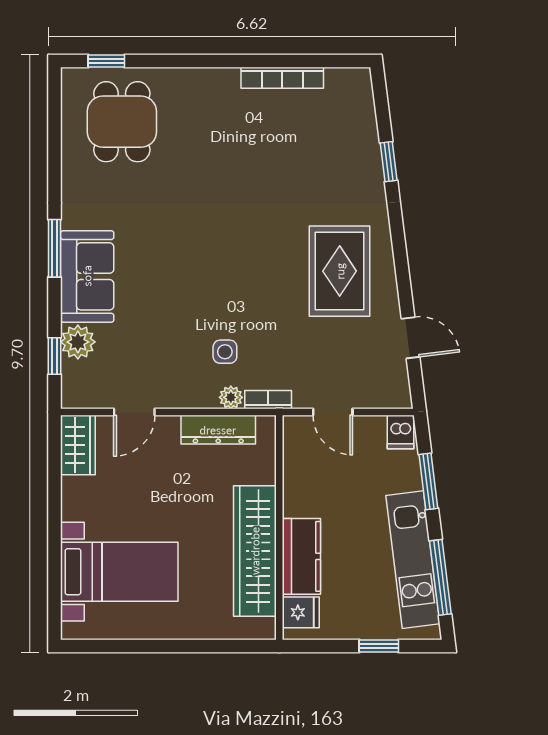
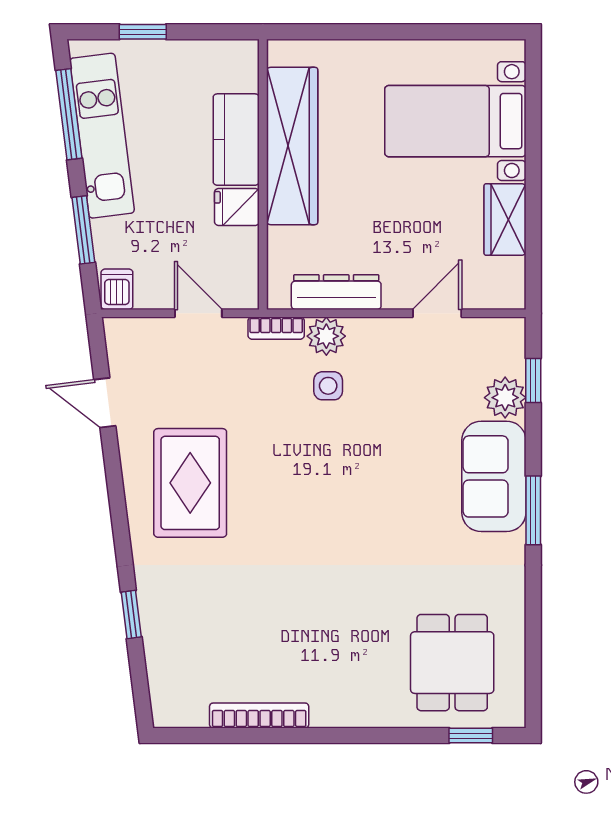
plant: (231, 397) -> (326, 336), width x1.38, depth x1.38
wardrobe: (78, 445) -> (505, 220), moved
fridge: (301, 612) -> (237, 207), moved

